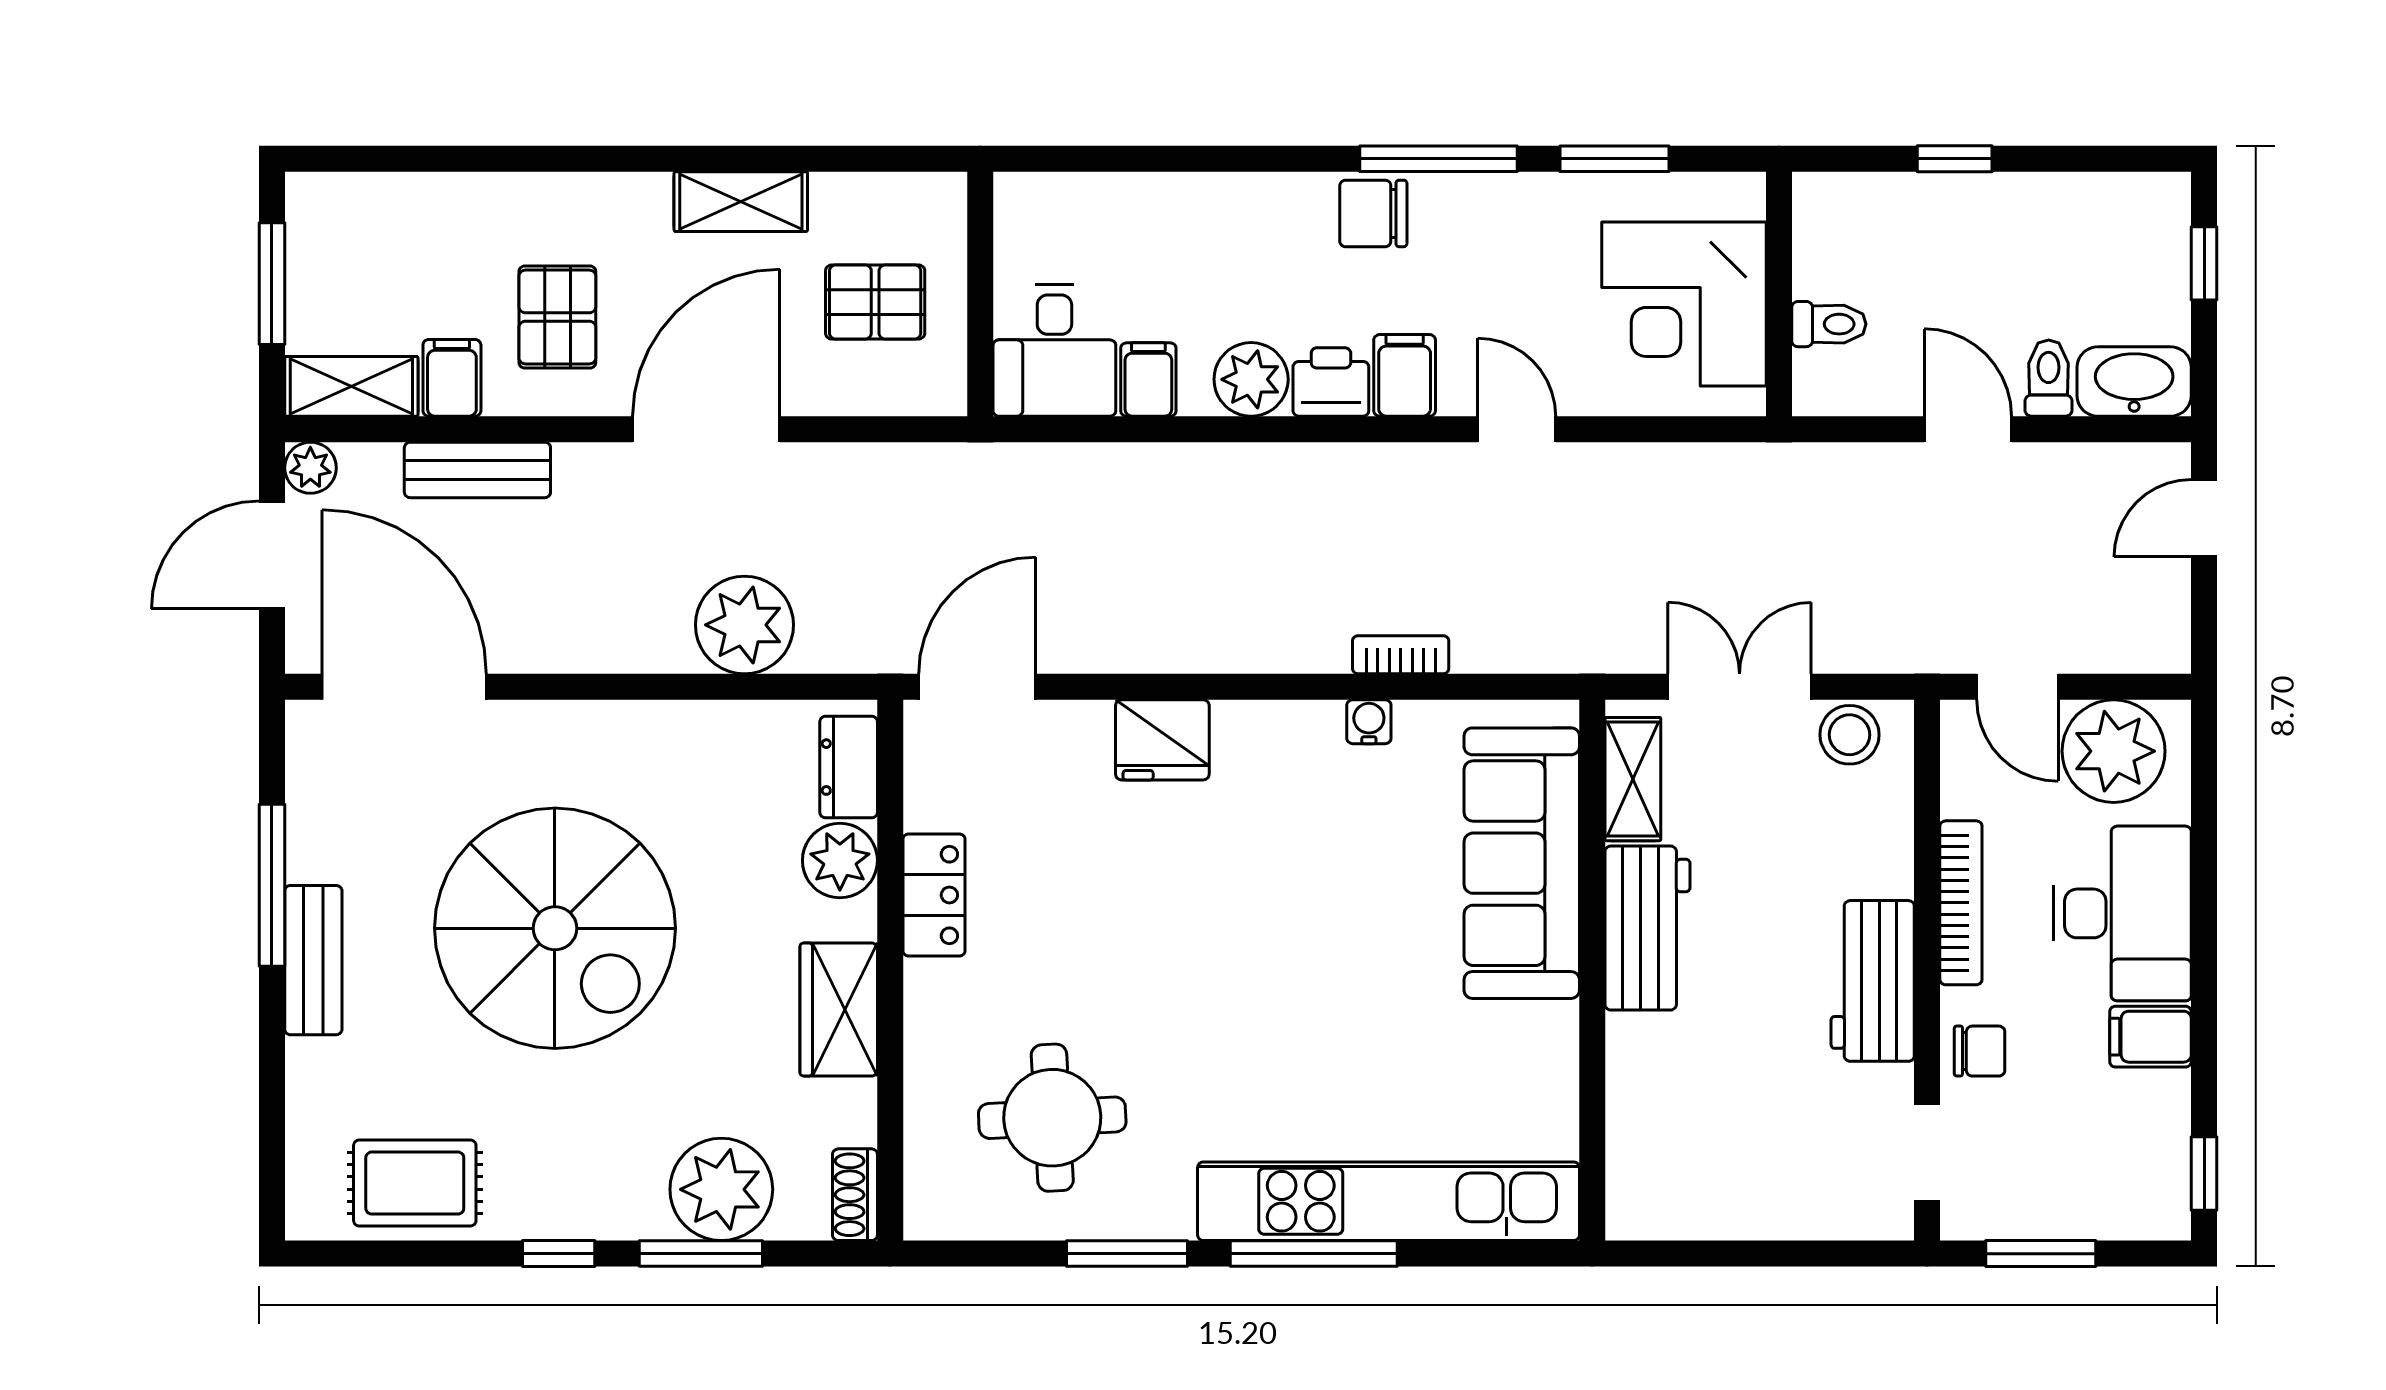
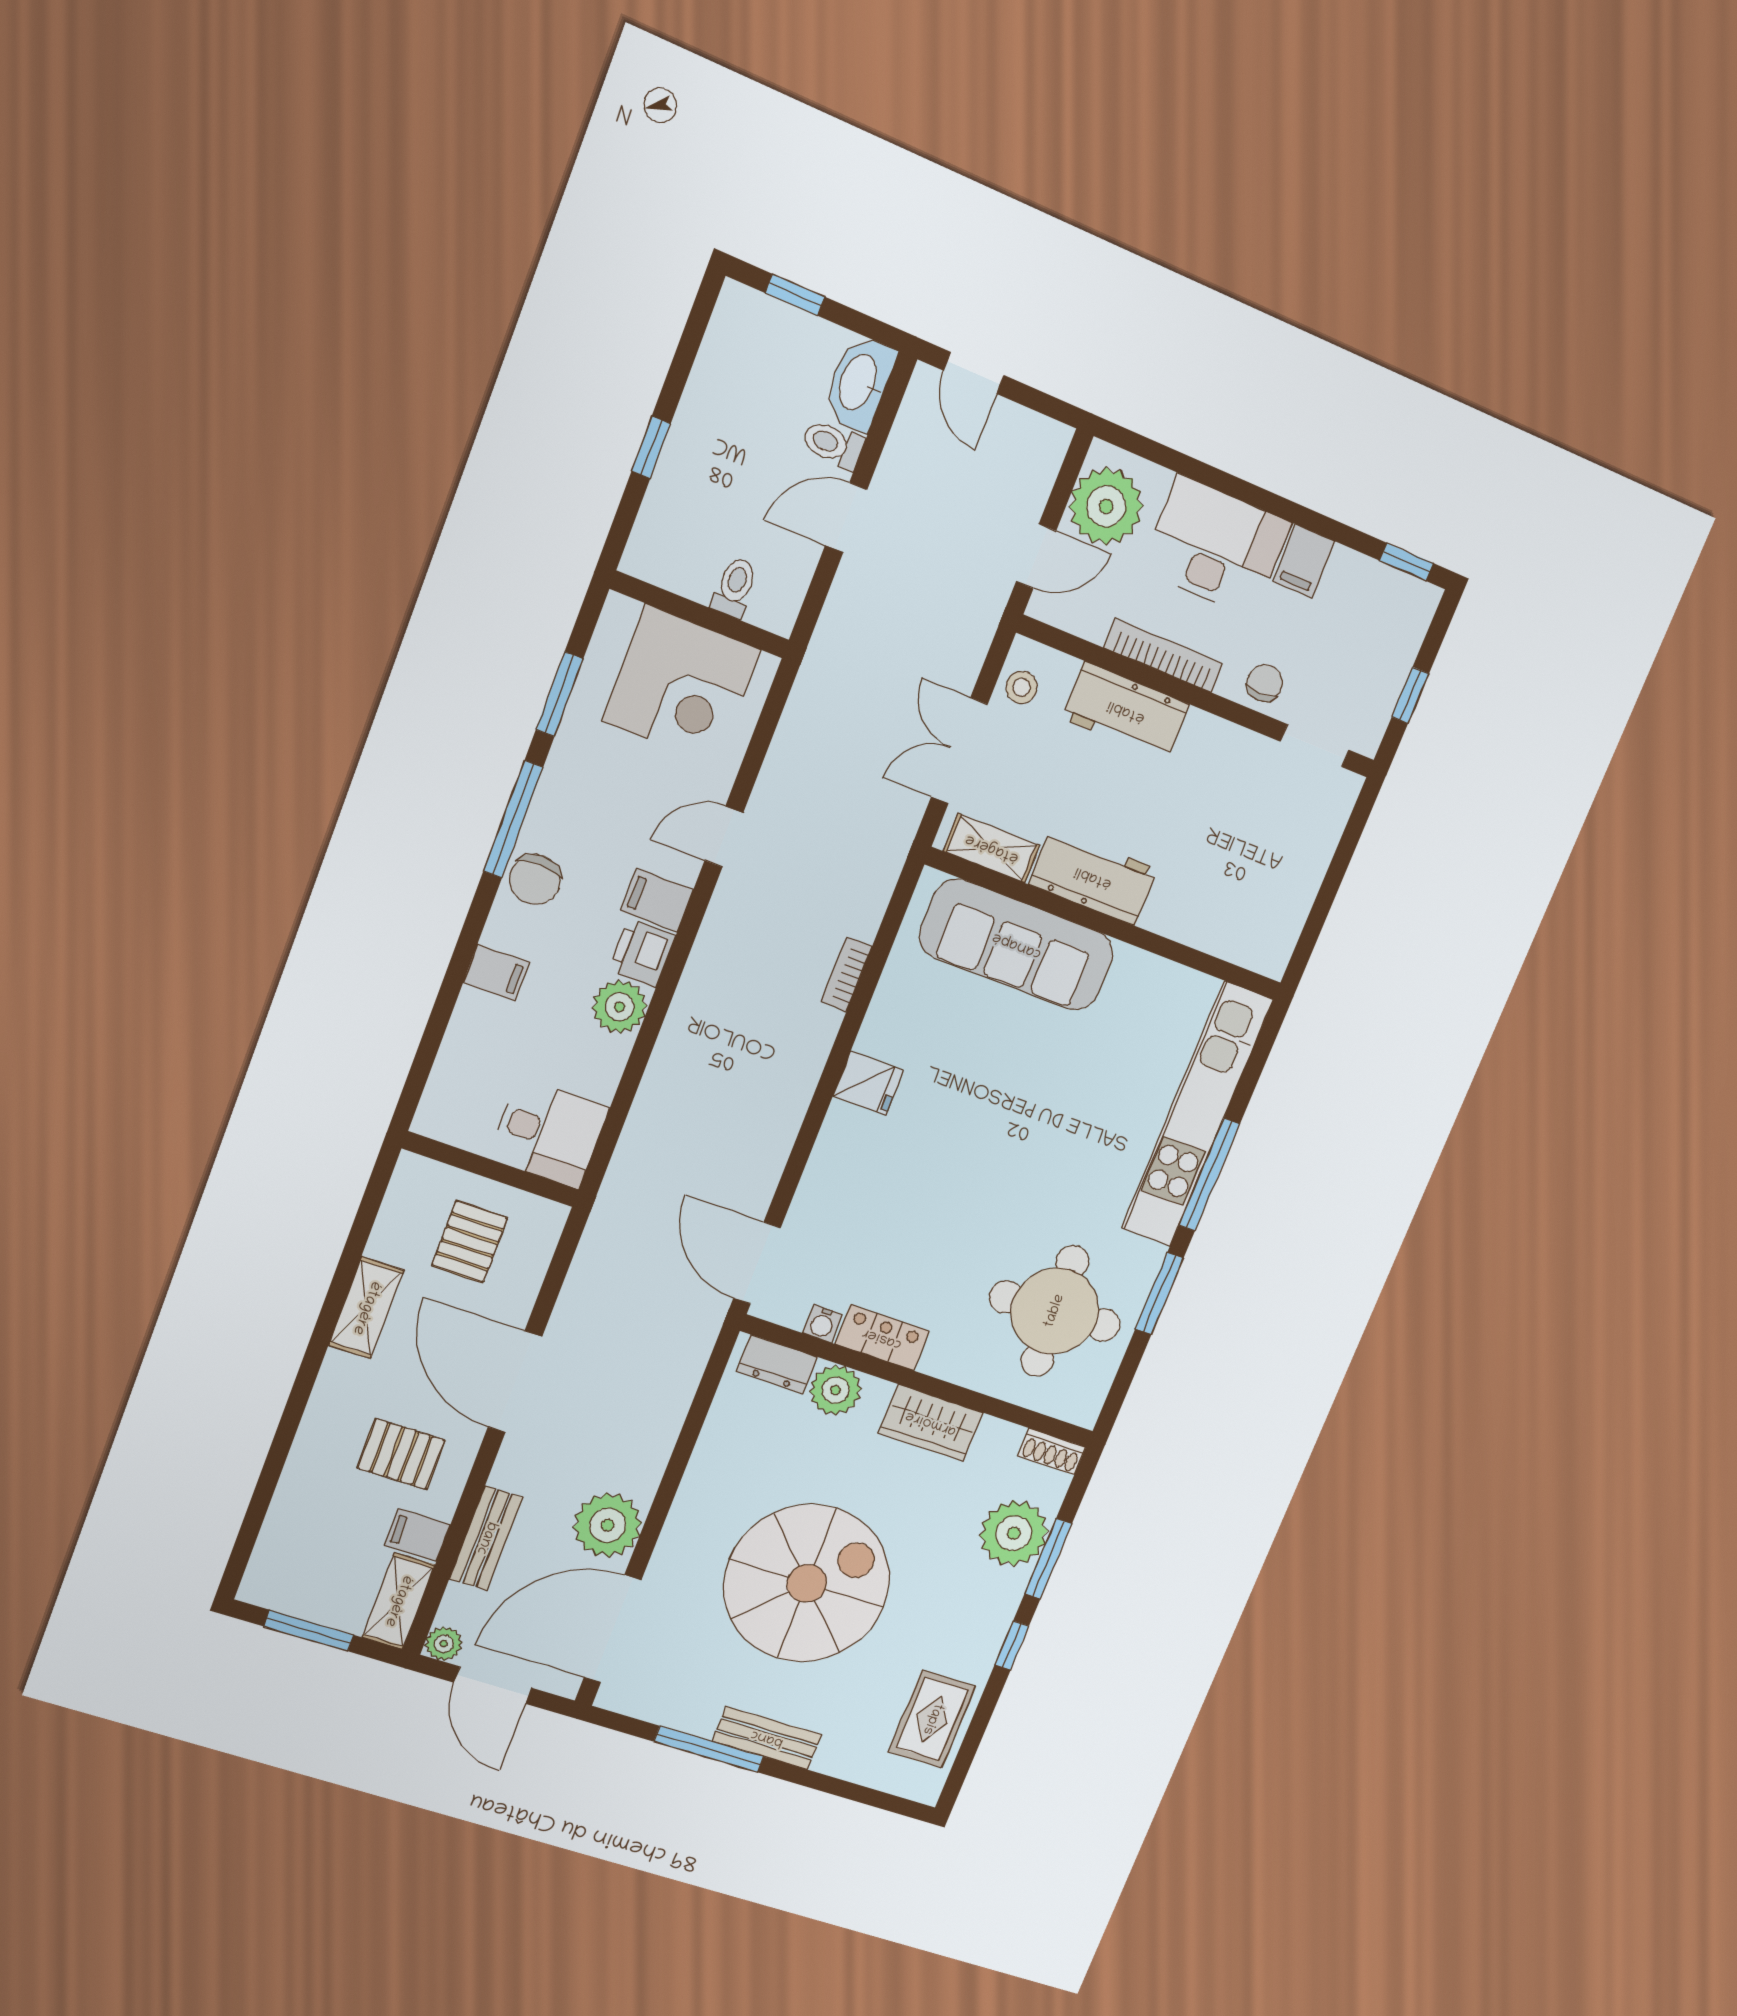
filing cabinet: (1148, 380) -> (496, 973), moved, turned 180
plant: (744, 625) -> (608, 1525), moved
water cooler: (1369, 722) -> (822, 1324), moved, turned -90
stool: (1849, 735) -> (1022, 687), width x0.73, depth x0.73
fridge: (1162, 740) -> (868, 1083), moved, width x0.72
workbench: (1873, 981) -> (1126, 711), moved
round table: (1052, 1118) -> (1055, 1311), width x1.36, depth x1.36
window: (2041, 1254) -> (1410, 695), width x0.67

